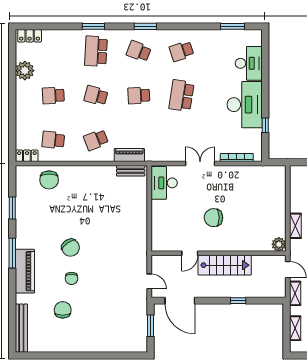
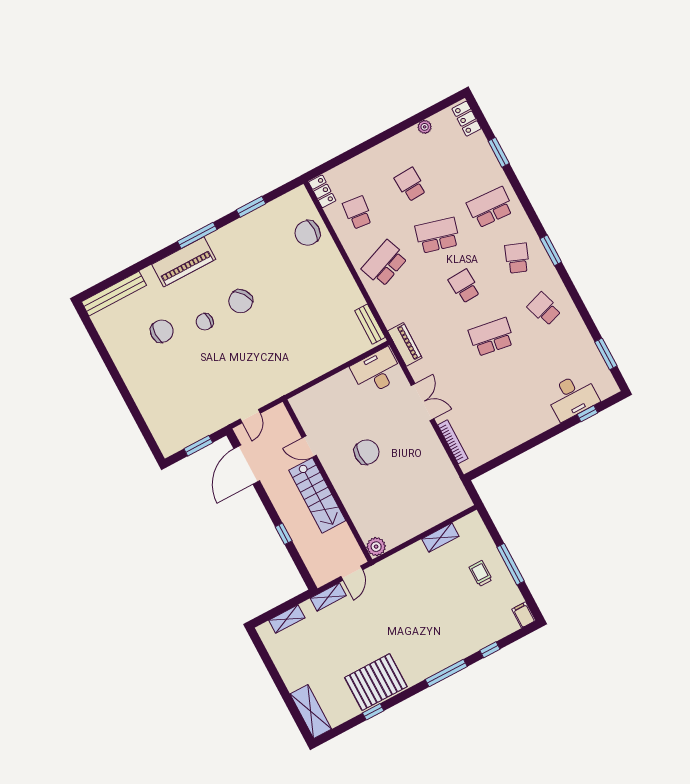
window: (93, 26) -> (499, 152), moved
plant: (25, 71) -> (425, 127), width x0.53, depth x0.53
school desk: (96, 96) -> (437, 235), width x1.85
desk: (245, 105) -> (521, 418), removed
window: (265, 125) -> (587, 414), moved
school desk: (96, 140) -> (385, 263), width x1.85
piano: (129, 155) -> (405, 344), moved
chair: (213, 218) -> (367, 452), turned 90
shelving: (295, 226) -> (440, 538), moved

